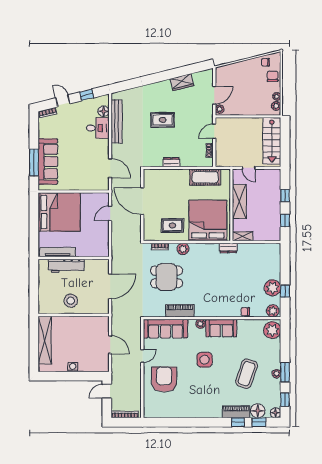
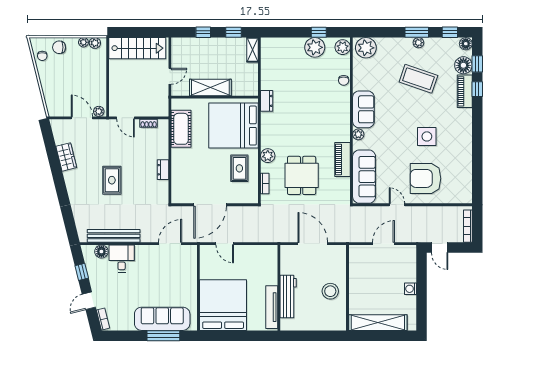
shelving: (243, 236) -> (253, 50), moved
side table: (205, 360) -> (427, 136), moved

